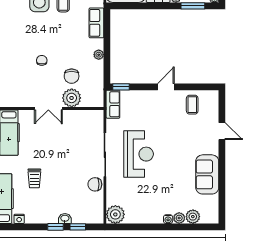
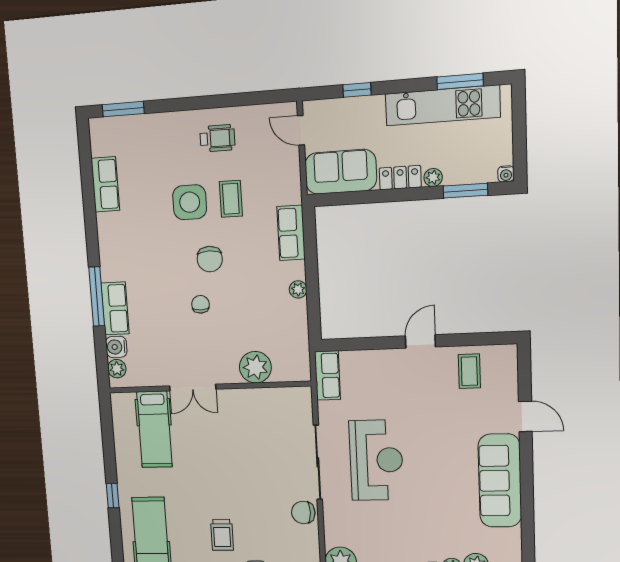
chair: (72, 76) -> (210, 259), moved
window: (121, 87) -> (340, 345), removed
double door: (48, 108) -> (193, 388), moved
sofa: (207, 174) -> (500, 481), width x1.36
trolley: (34, 178) -> (222, 535), moved

